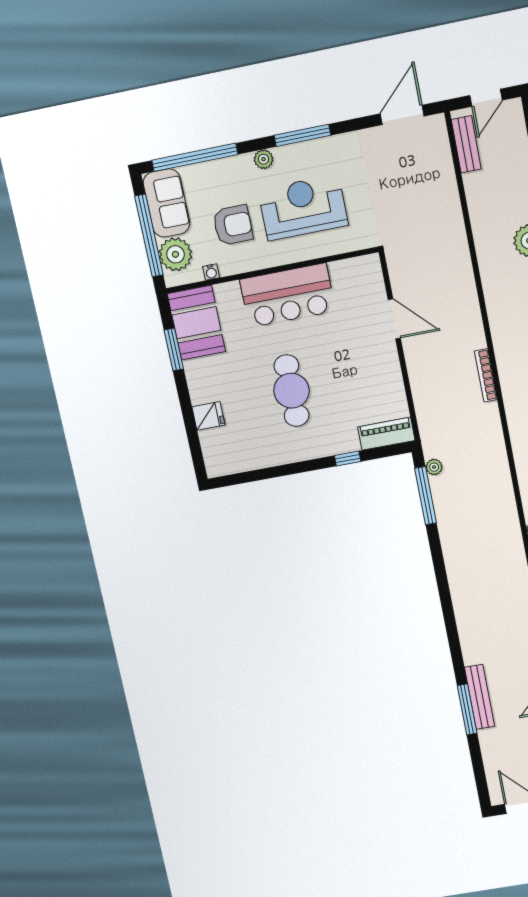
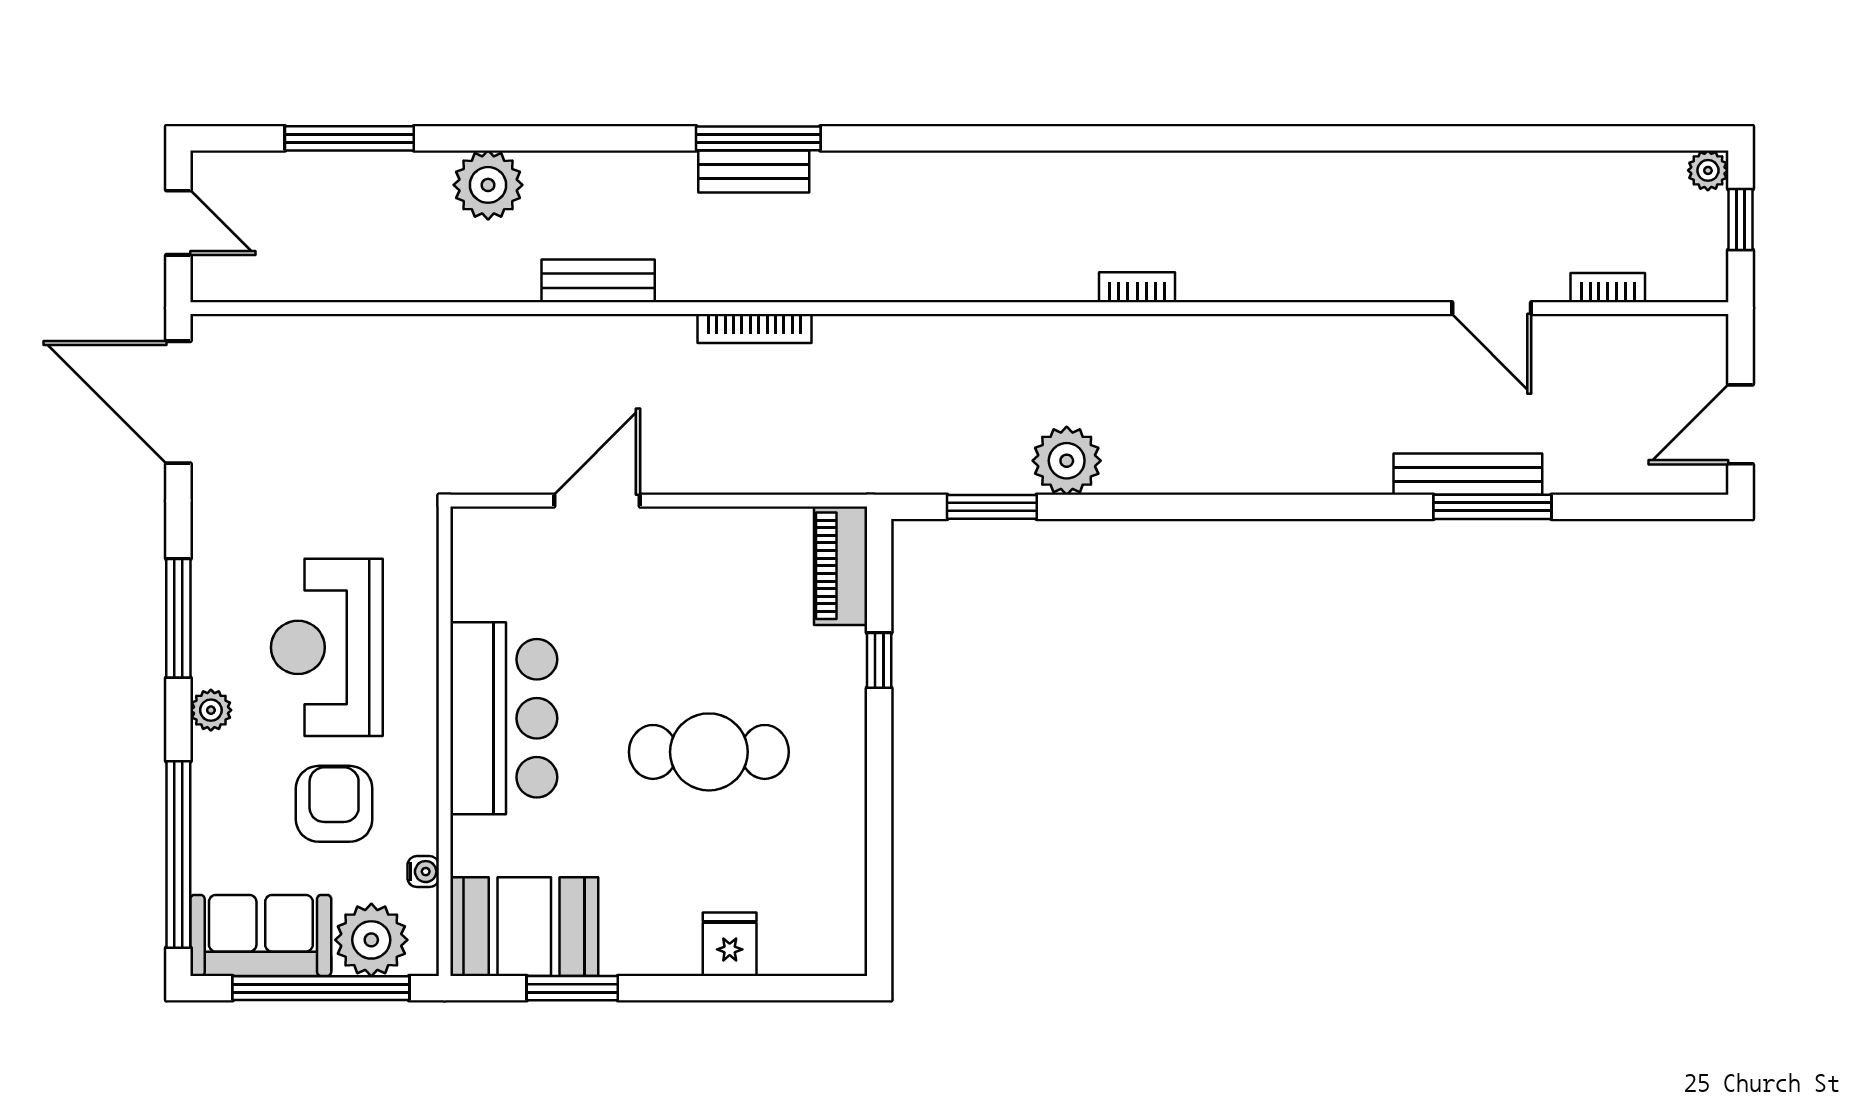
door: (402, 115) -> (178, 402), width x1.36
bench: (466, 144) -> (598, 281), moved
plant: (434, 467) -> (1067, 461), moved, width x1.88, depth x1.88
window: (426, 496) -> (992, 507), width x0.69

